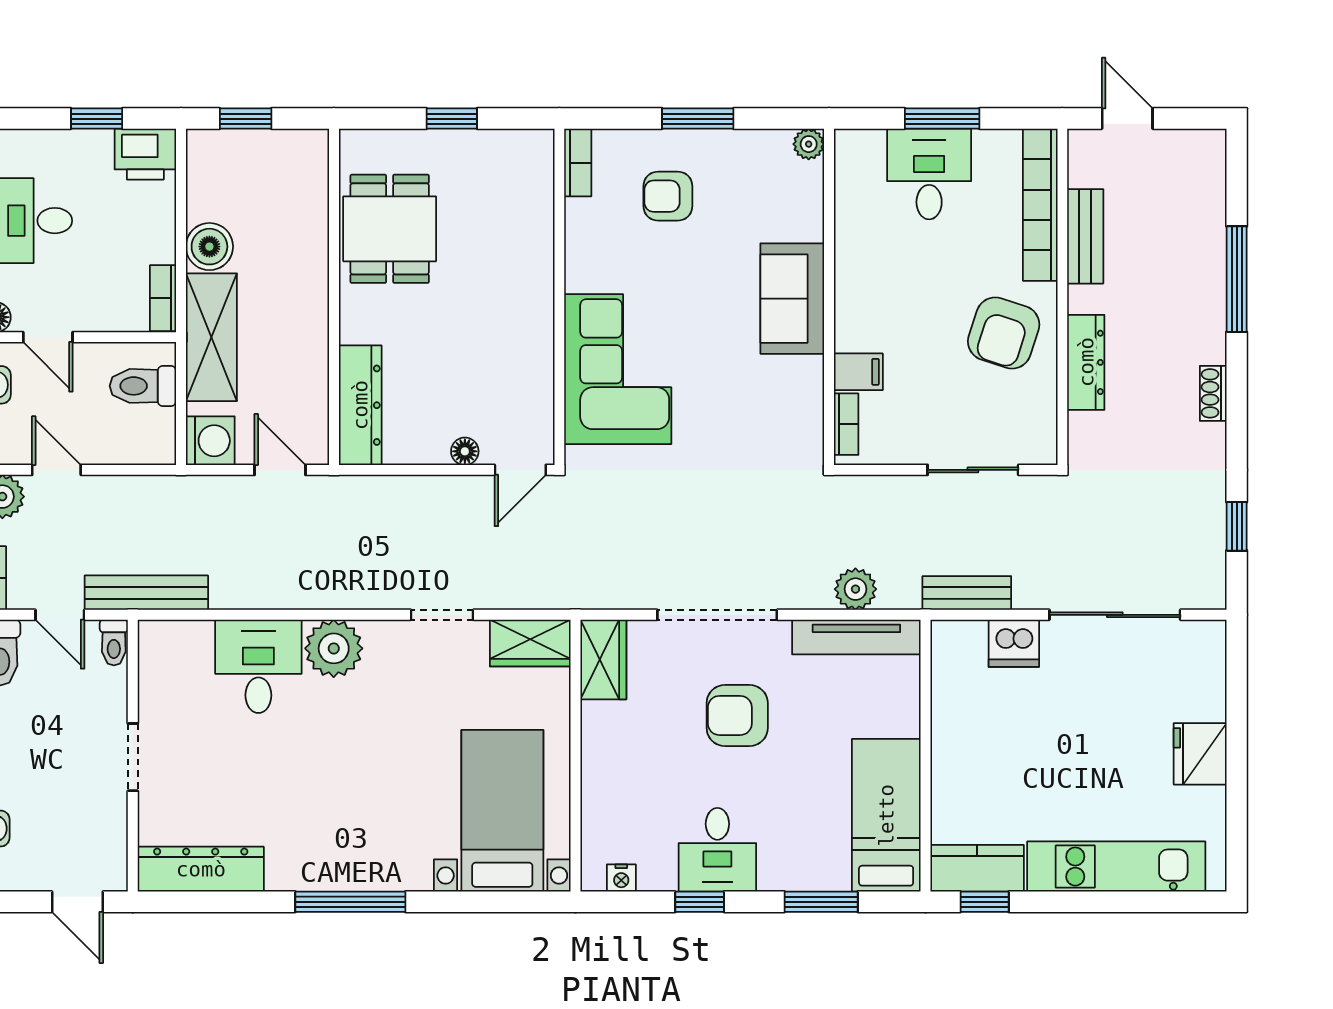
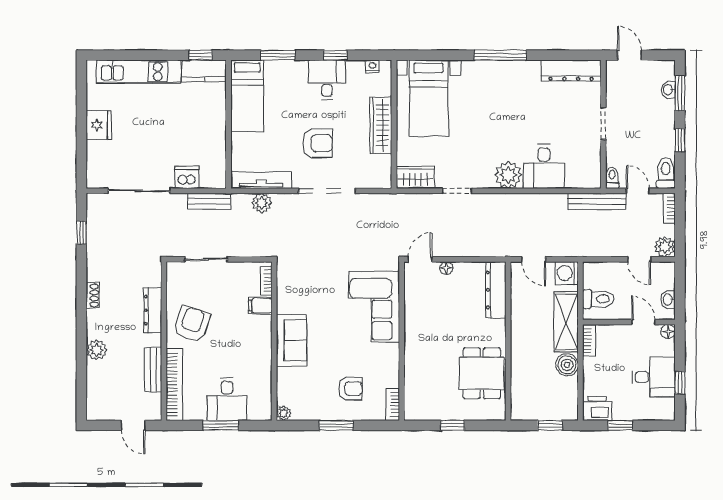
plant: (1205, 278) -> (97, 350), added
window: (1237, 279) -> (81, 349), removed
wardrobe: (603, 659) -> (381, 125), moved, width x1.50

